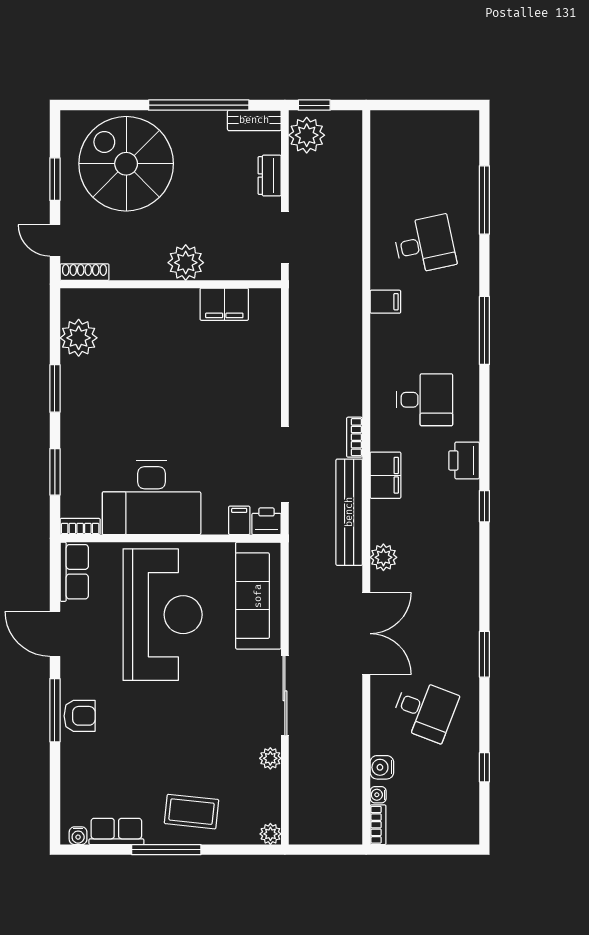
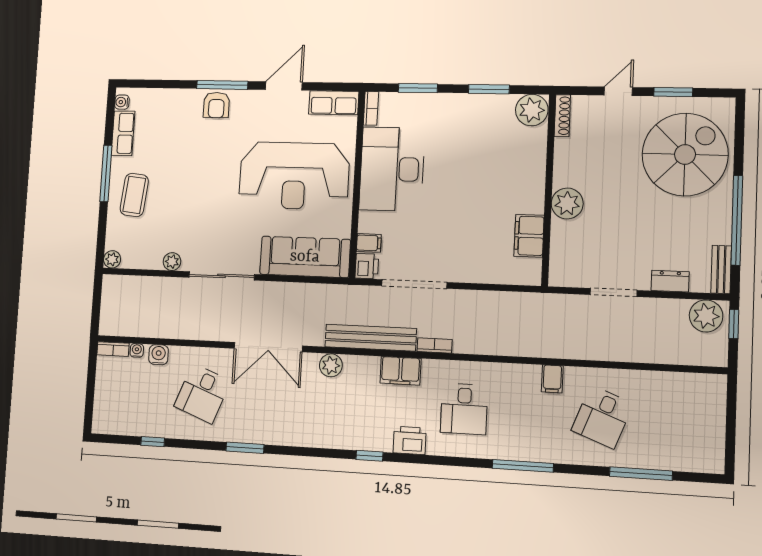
desk: (425, 245) -> (602, 417), turned 33
plant: (186, 263) -> (567, 203), moved
shoe rack: (84, 272) -> (562, 116), moved
wall: (171, 284) -> (549, 190), moved
filing cabinet: (224, 304) -> (529, 236), moved

